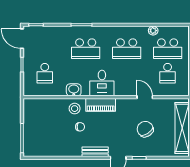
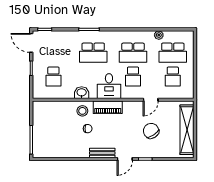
school desk: (127, 73) -> (133, 77), added
door: (145, 97) -> (151, 100), swing flipped

